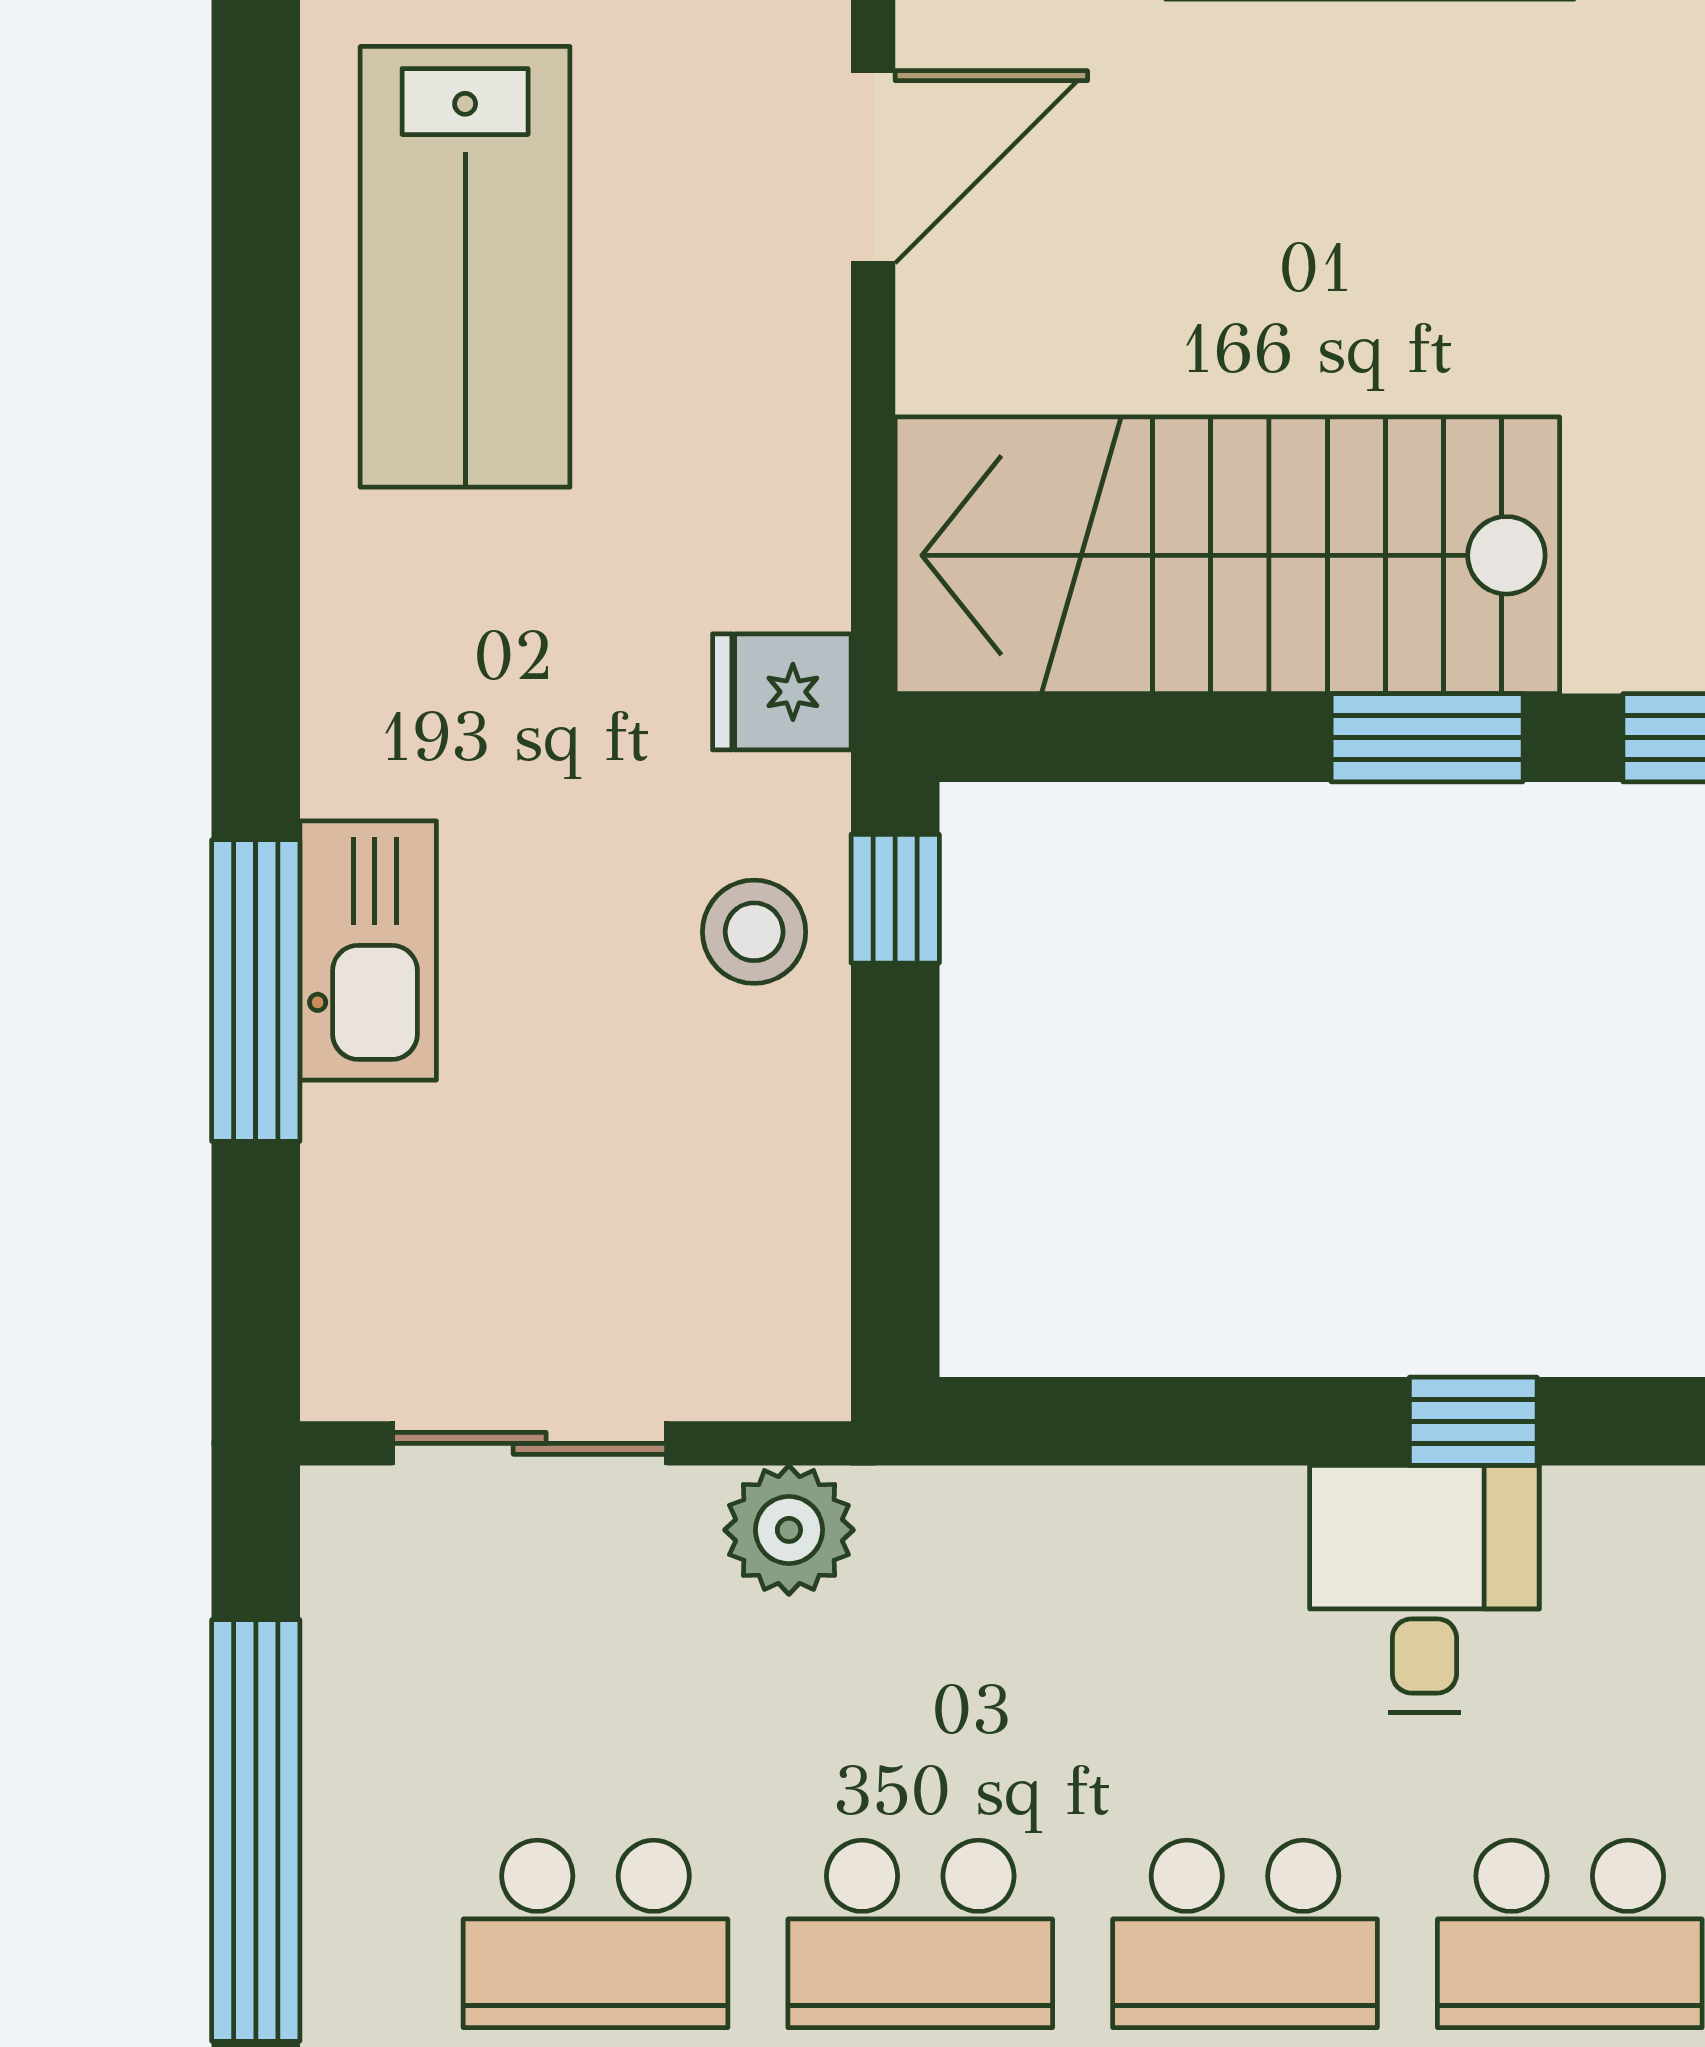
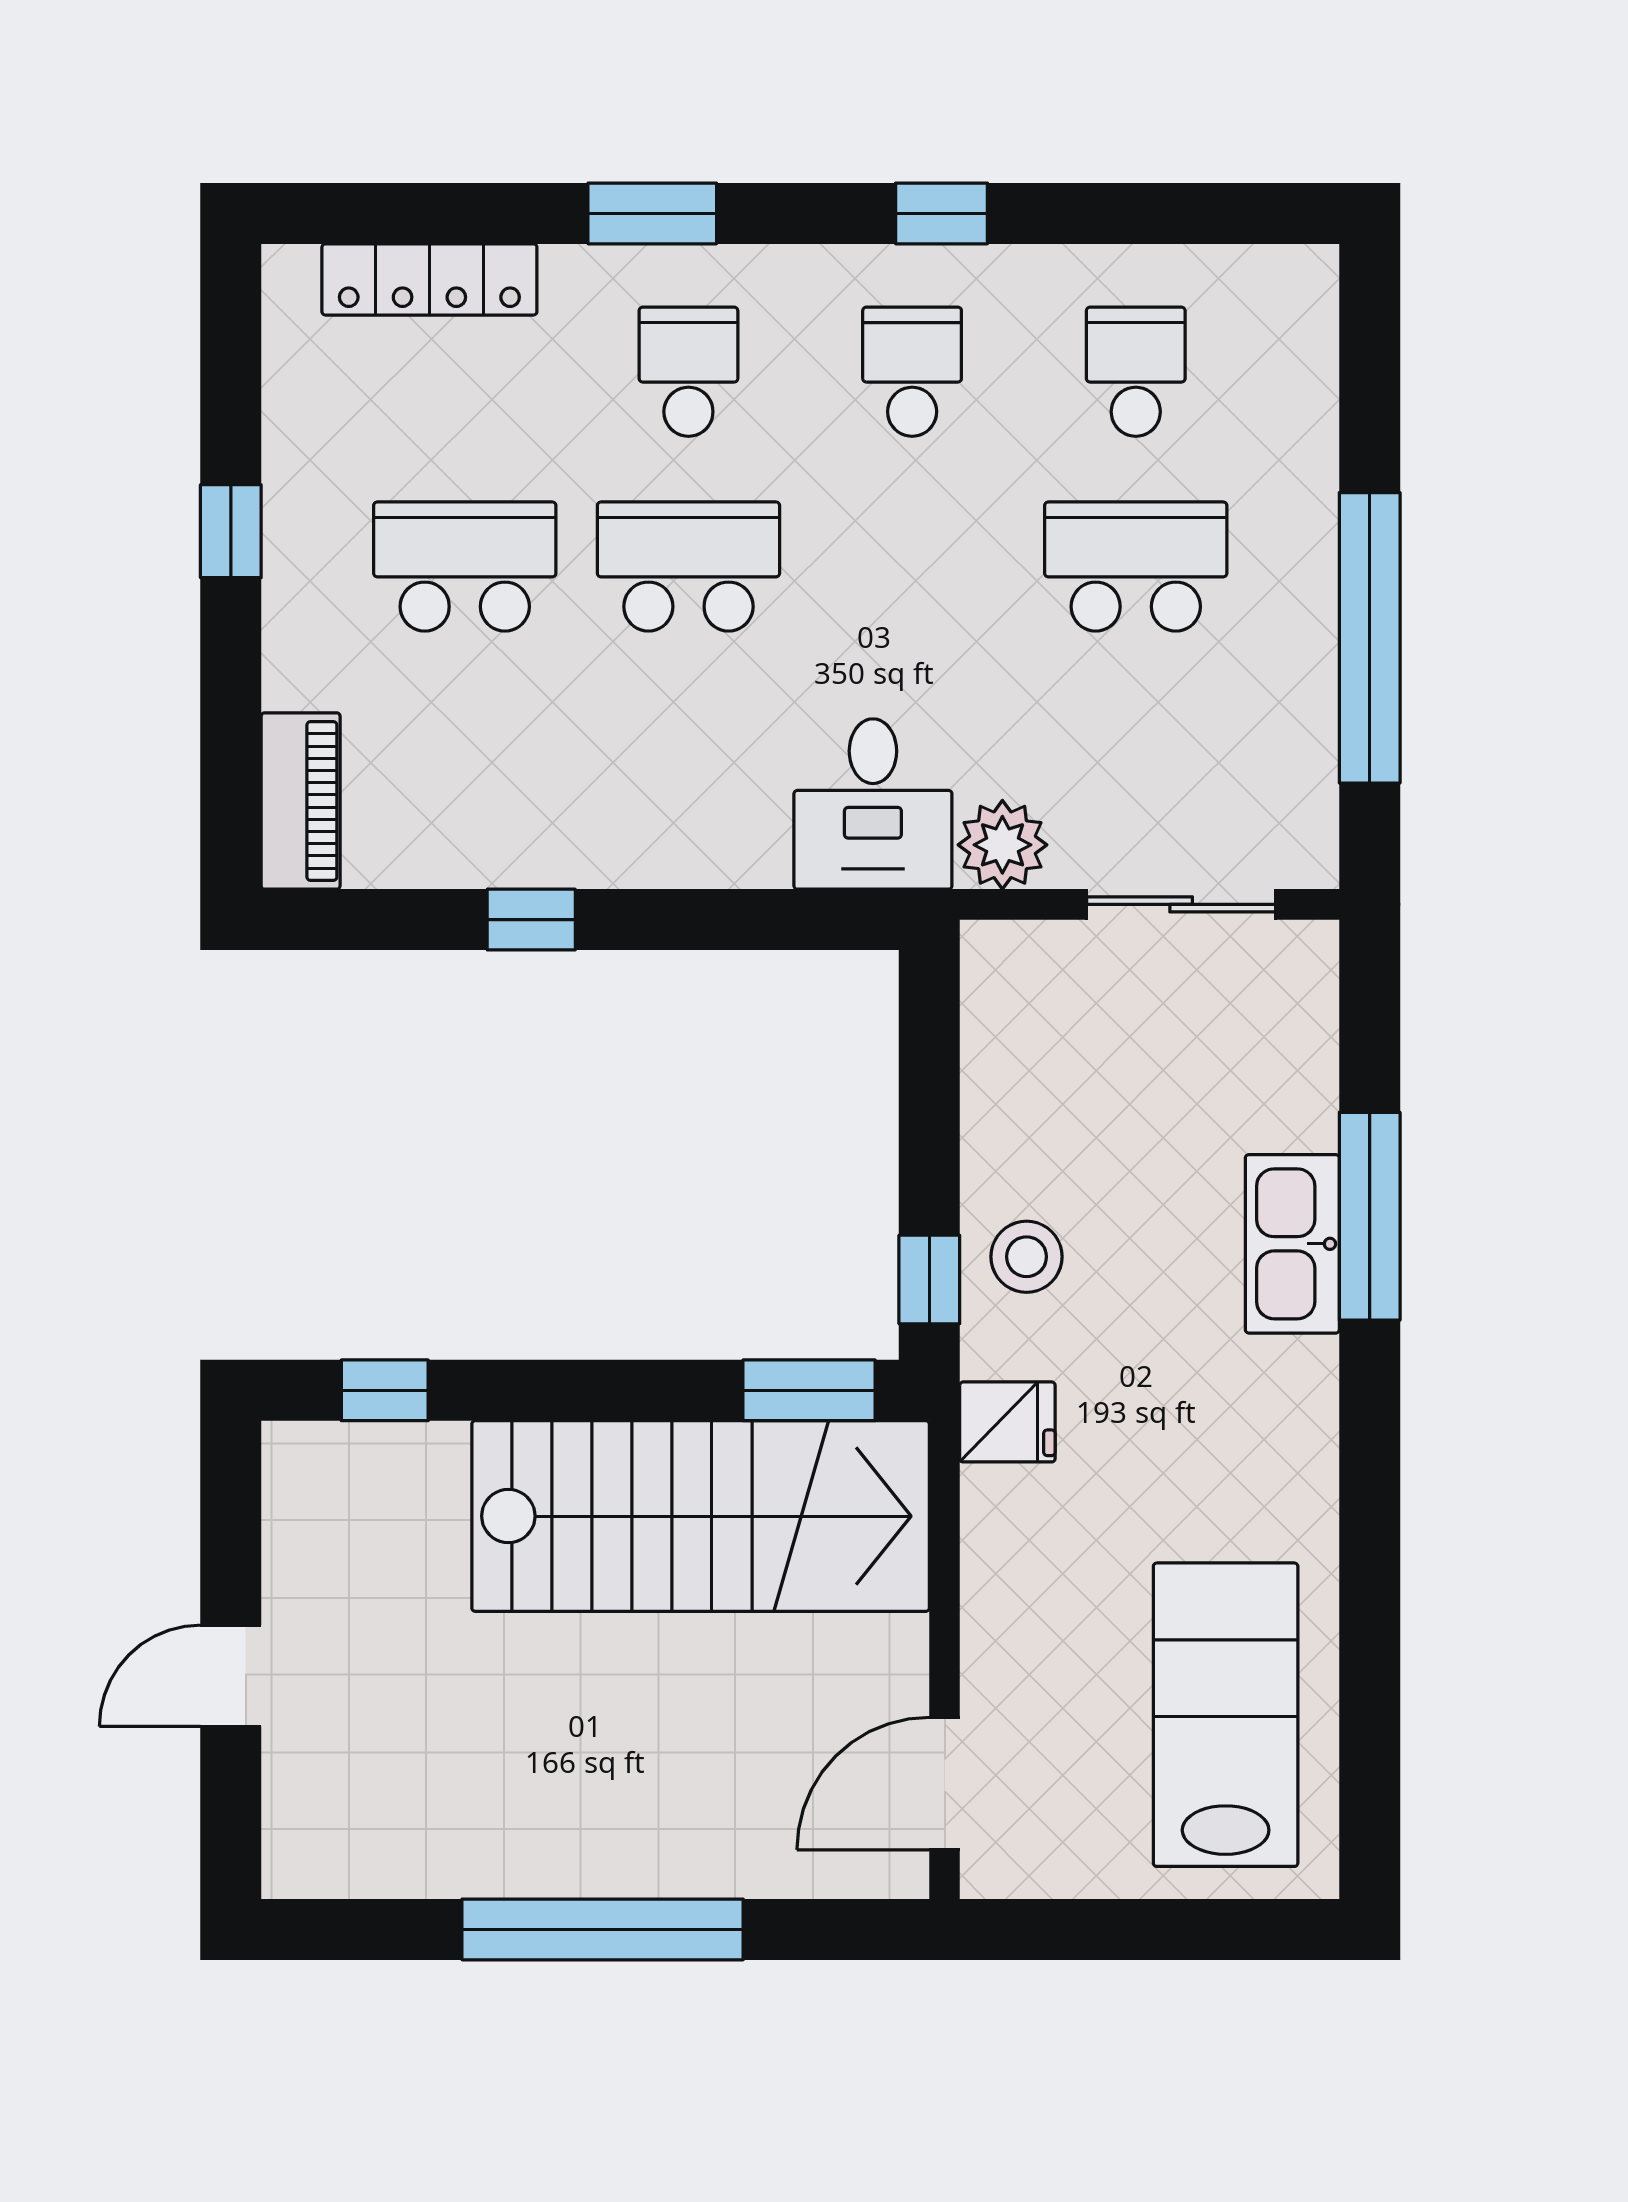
window: (1427, 738) -> (809, 1390), moved
desk: (1424, 1589) -> (873, 804), moved
school desk: (920, 1934) -> (912, 567), removed

